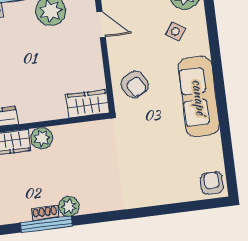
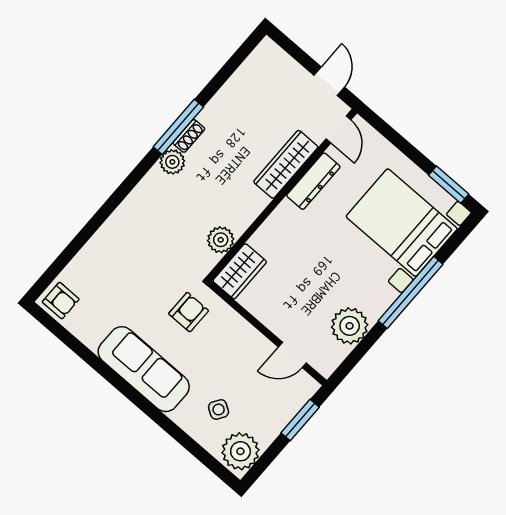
armchair: (135, 84) -> (189, 312), moved, turned 119
plant: (42, 138) -> (221, 240), moved

